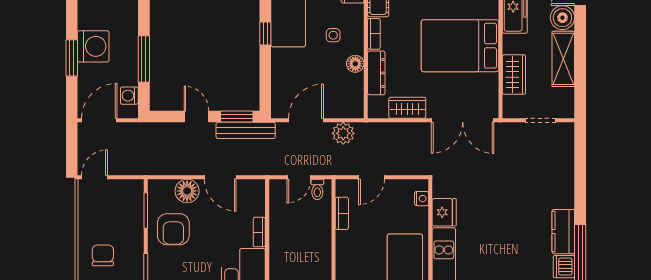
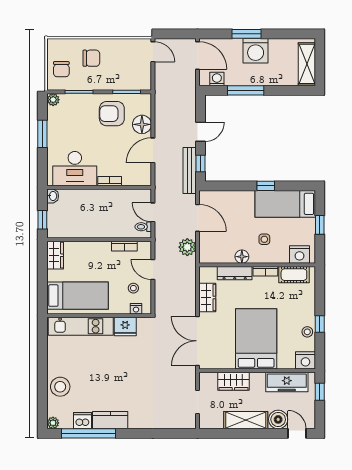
window: (237, 116) -> (200, 164), width x0.67
stool: (395, 202) -> (133, 288), added

